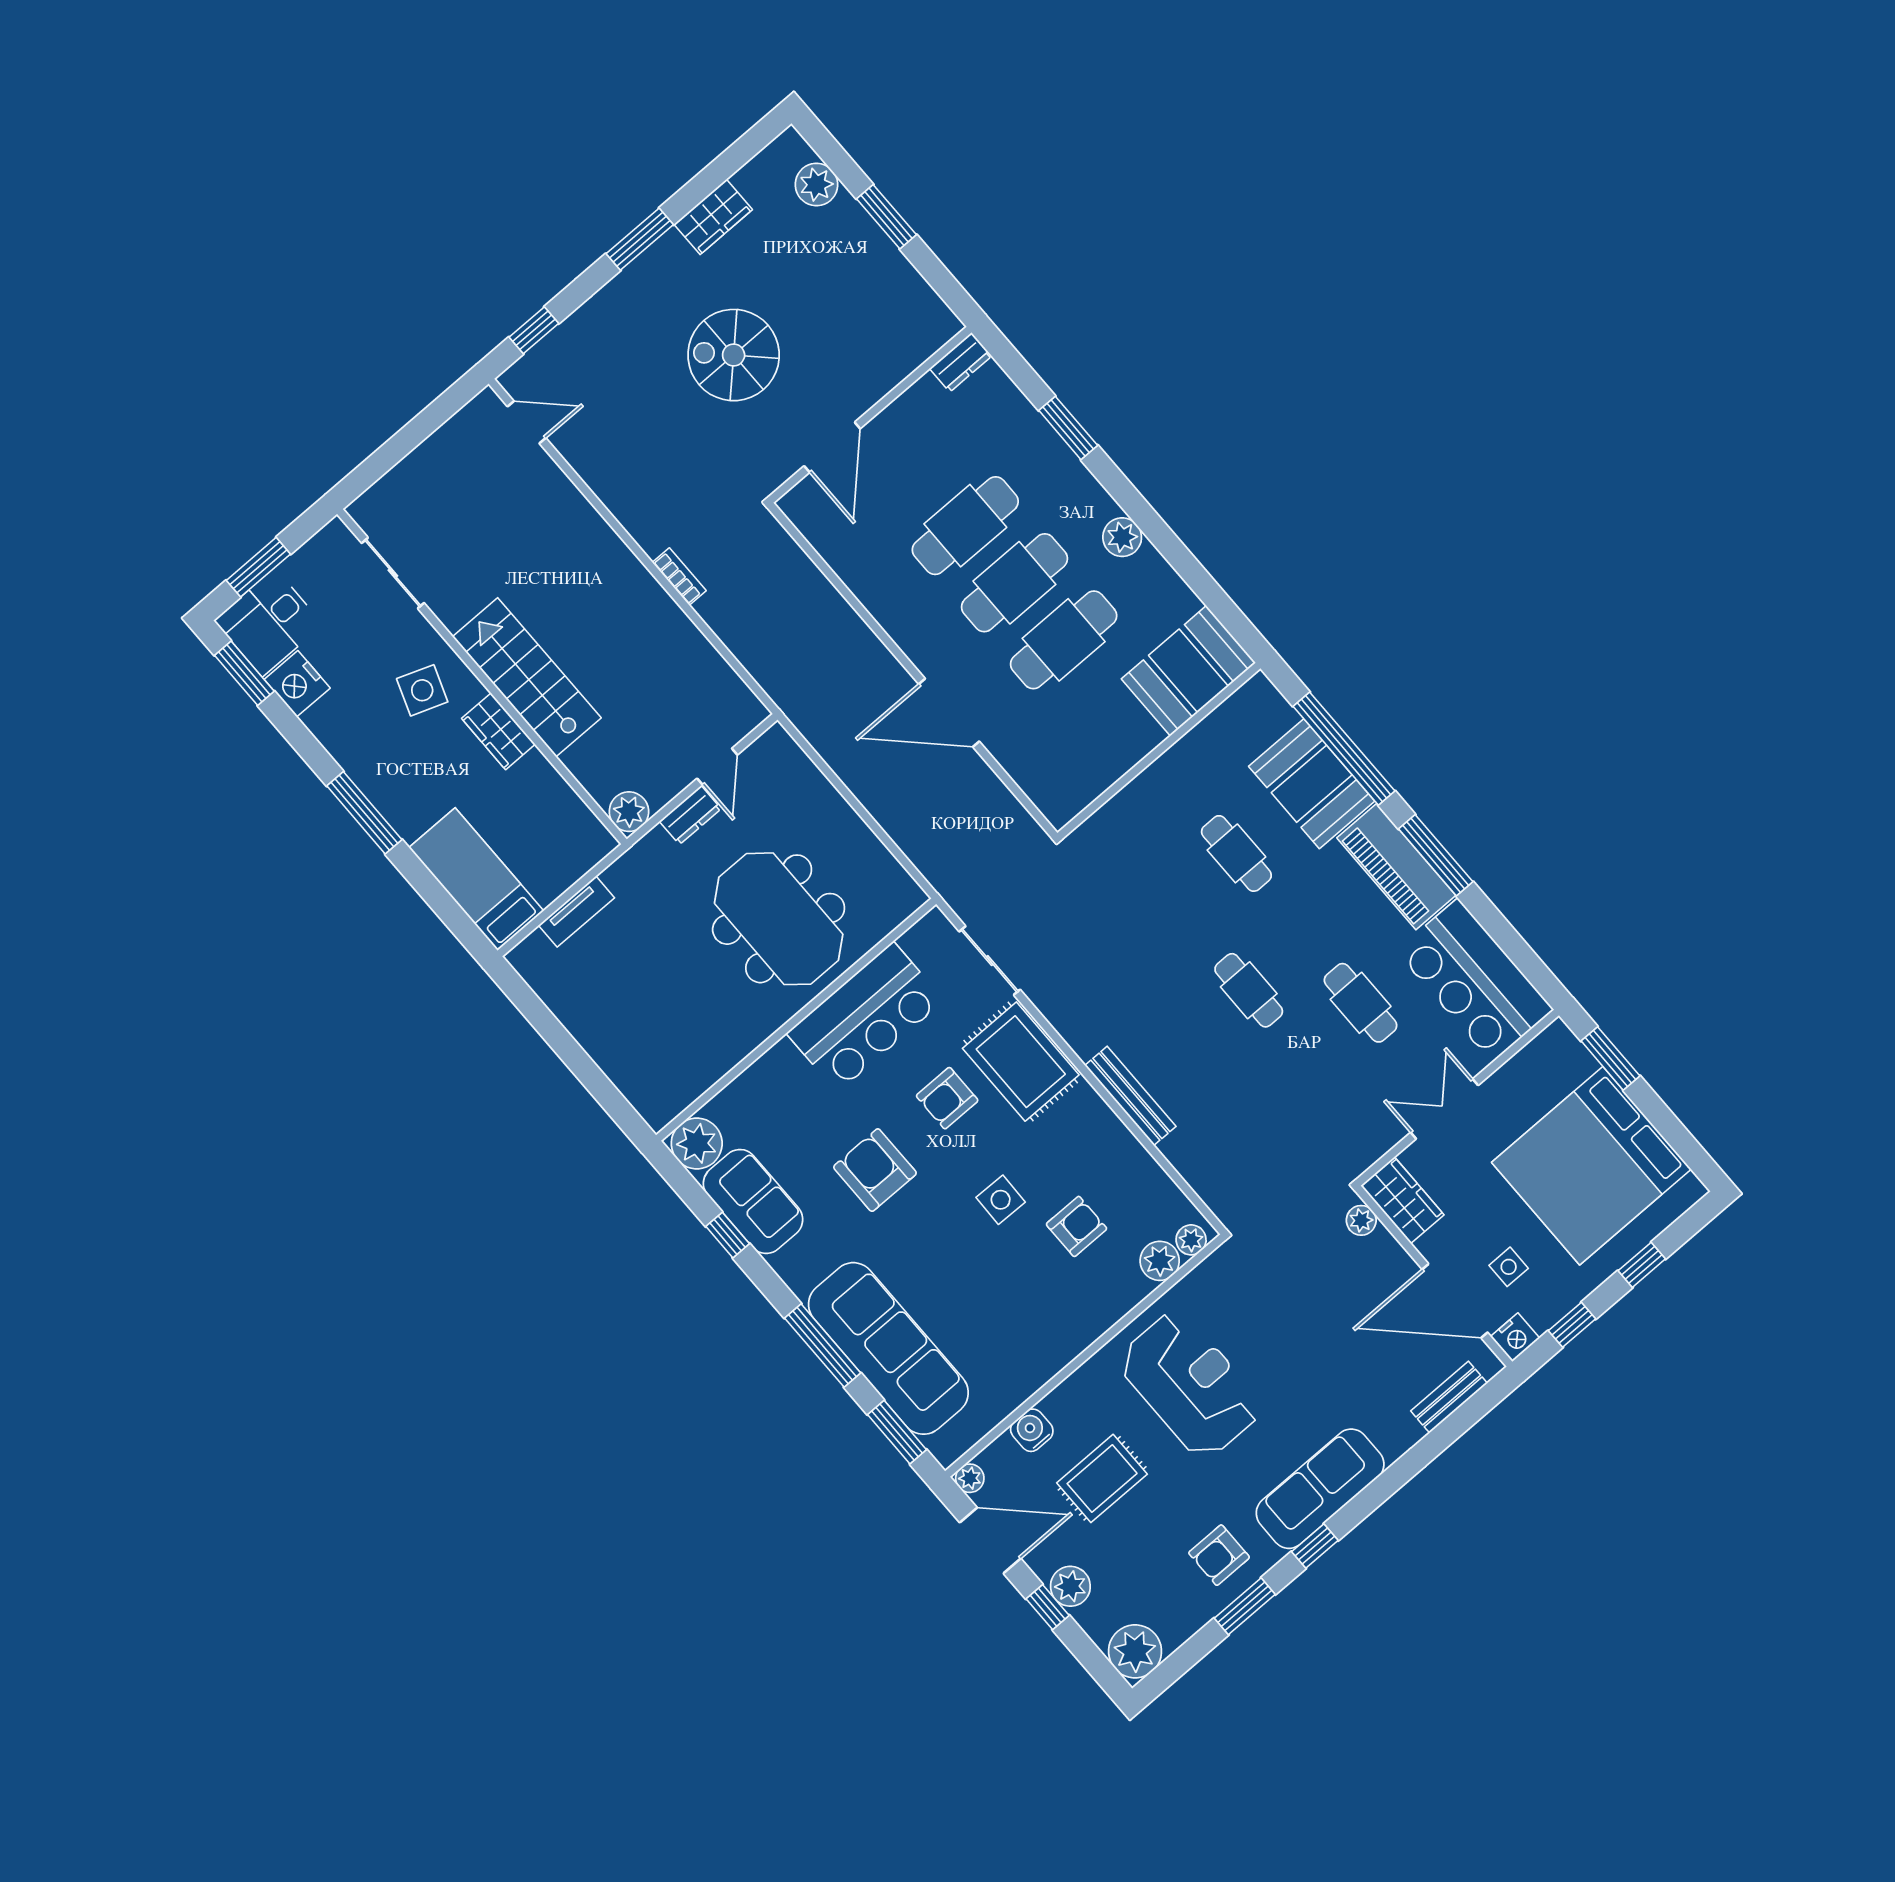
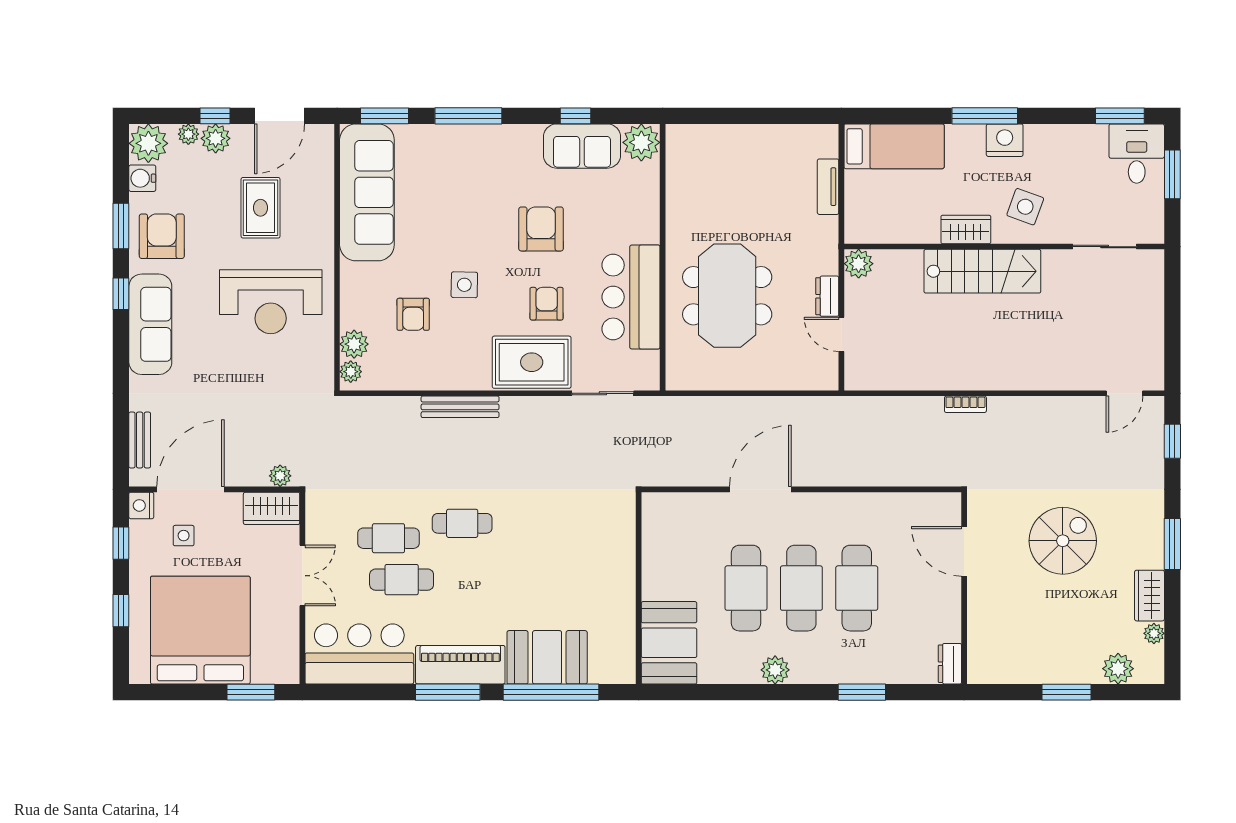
plant: (748, 179) -> (1154, 633), added
nightstand: (297, 684) -> (1005, 140), moved
cafe table: (1236, 853) -> (388, 538), moved
meeting table: (779, 919) -> (727, 296), turned 90
armchair: (875, 1170) -> (541, 229), turned -90
sofa: (888, 1348) -> (367, 192), moved, turned -90
water cooler: (1032, 1430) -> (142, 178), moved, turned 180
plant: (970, 1478) -> (188, 134), moved
armchair: (1219, 1555) -> (162, 236), width x1.38, depth x1.38

